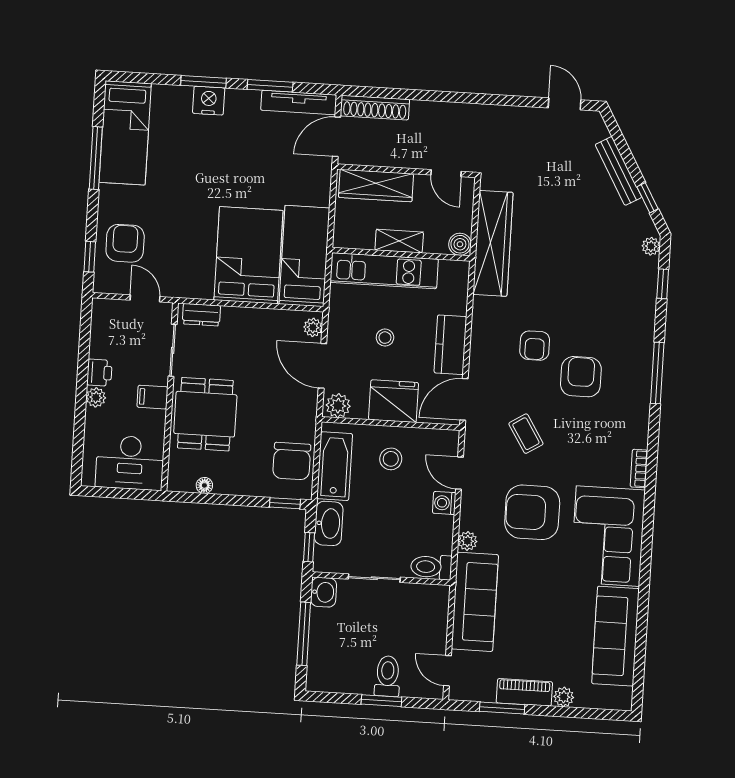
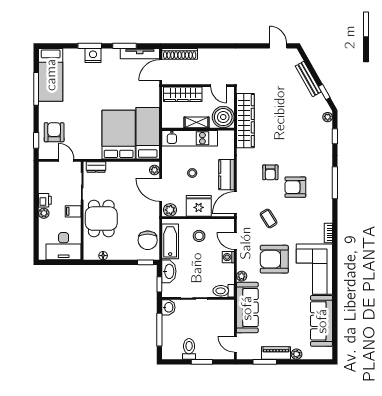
boiler: (460, 244) -> (223, 117), width x1.86, depth x1.86
armchair: (581, 377) -> (295, 187), turned -90
toilet: (387, 676) -> (189, 349), moved

